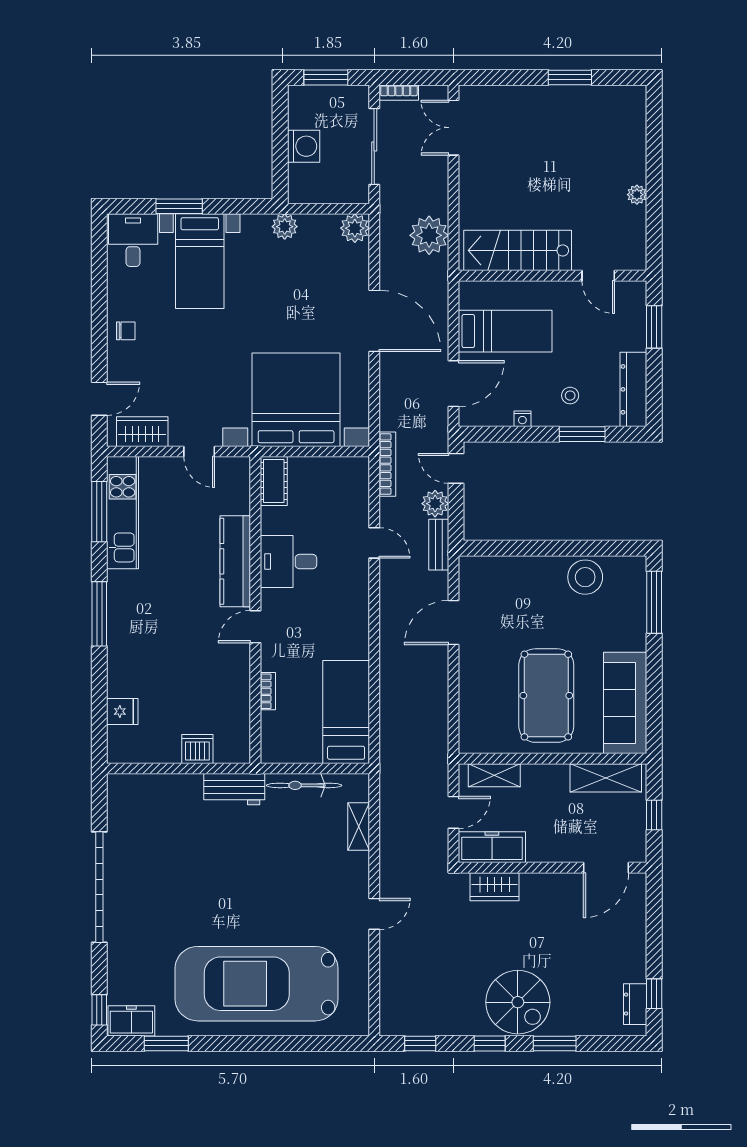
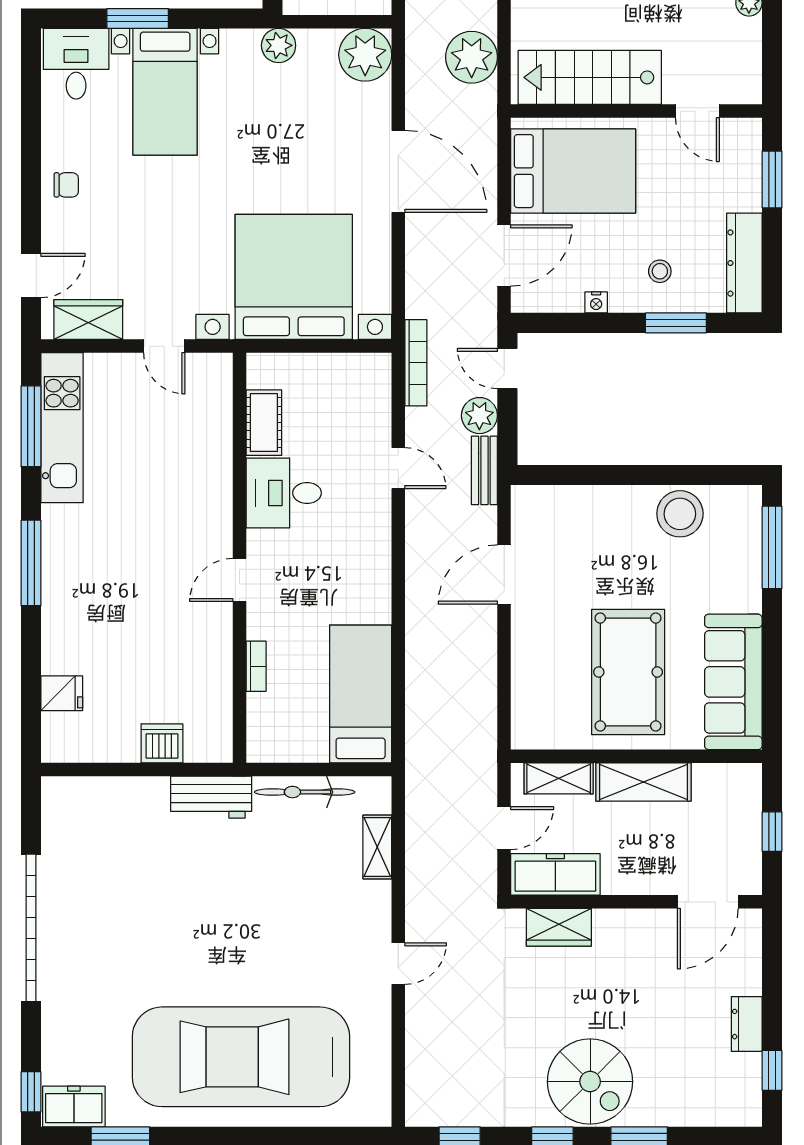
plant: (355, 228) -> (365, 55), width x1.36, depth x1.36
bed: (505, 331) -> (573, 171), width x1.50
cot: (274, 481) -> (264, 423), moved
kitchen counter: (235, 561) -> (212, 493), removed
shelving: (606, 778) -> (643, 782), moved
dresser: (635, 1004) -> (747, 1024), moved

